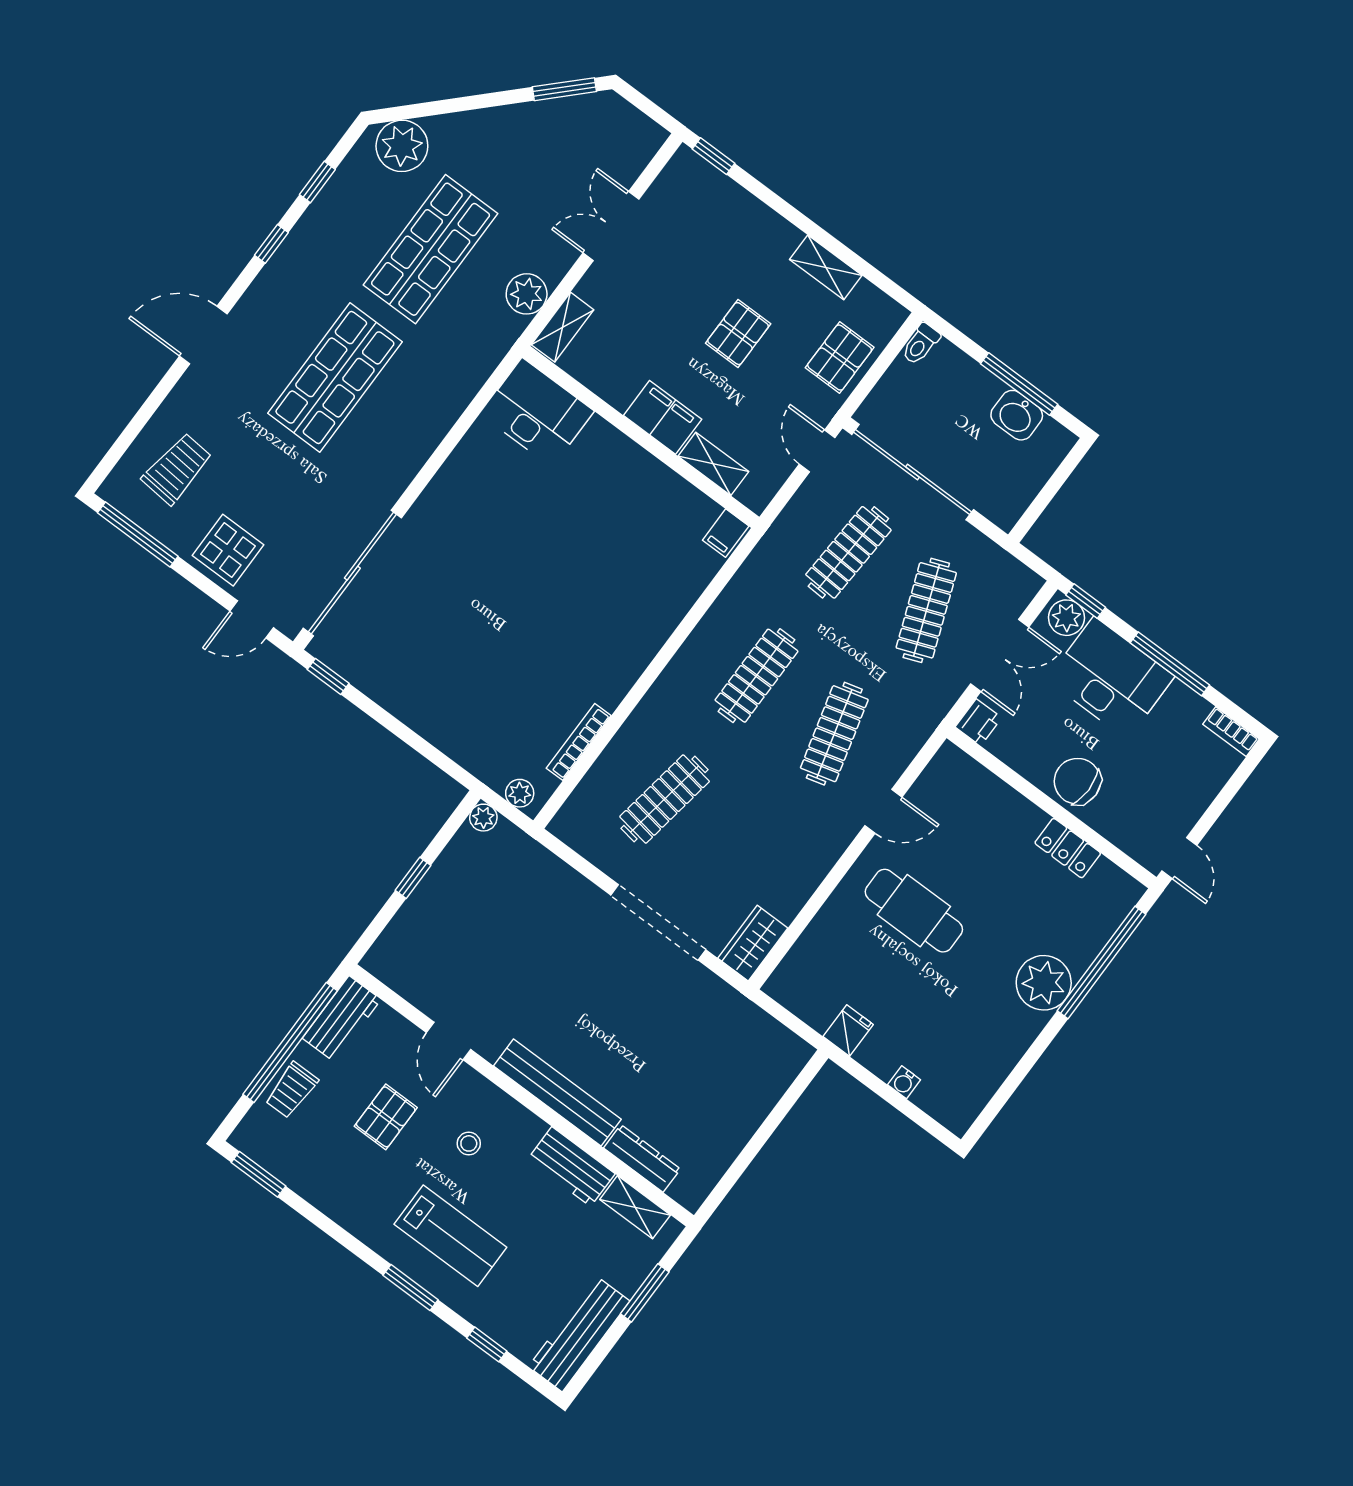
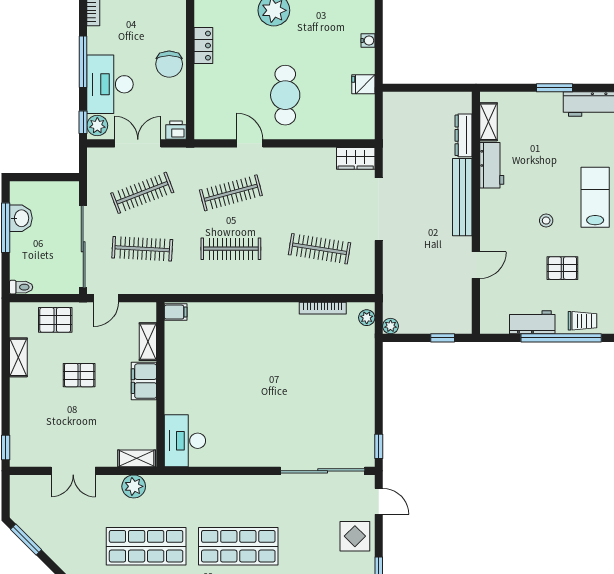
door: (449, 1041) -> (476, 265), moved
bench: (557, 1093) -> (462, 197), moved
wall: (521, 1095) -> (476, 213), moved
dresser: (642, 1158) -> (464, 135), moved
workbench: (571, 1167) -> (492, 165), moved
shelving: (635, 1207) -> (489, 122), moved

